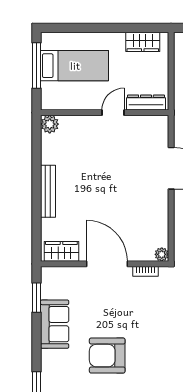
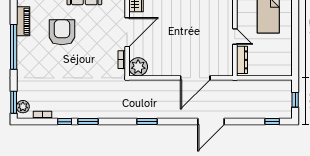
wardrobe: (143, 42) -> (285, 58), removed
plant: (162, 254) -> (138, 67), width x1.88, depth x1.88

